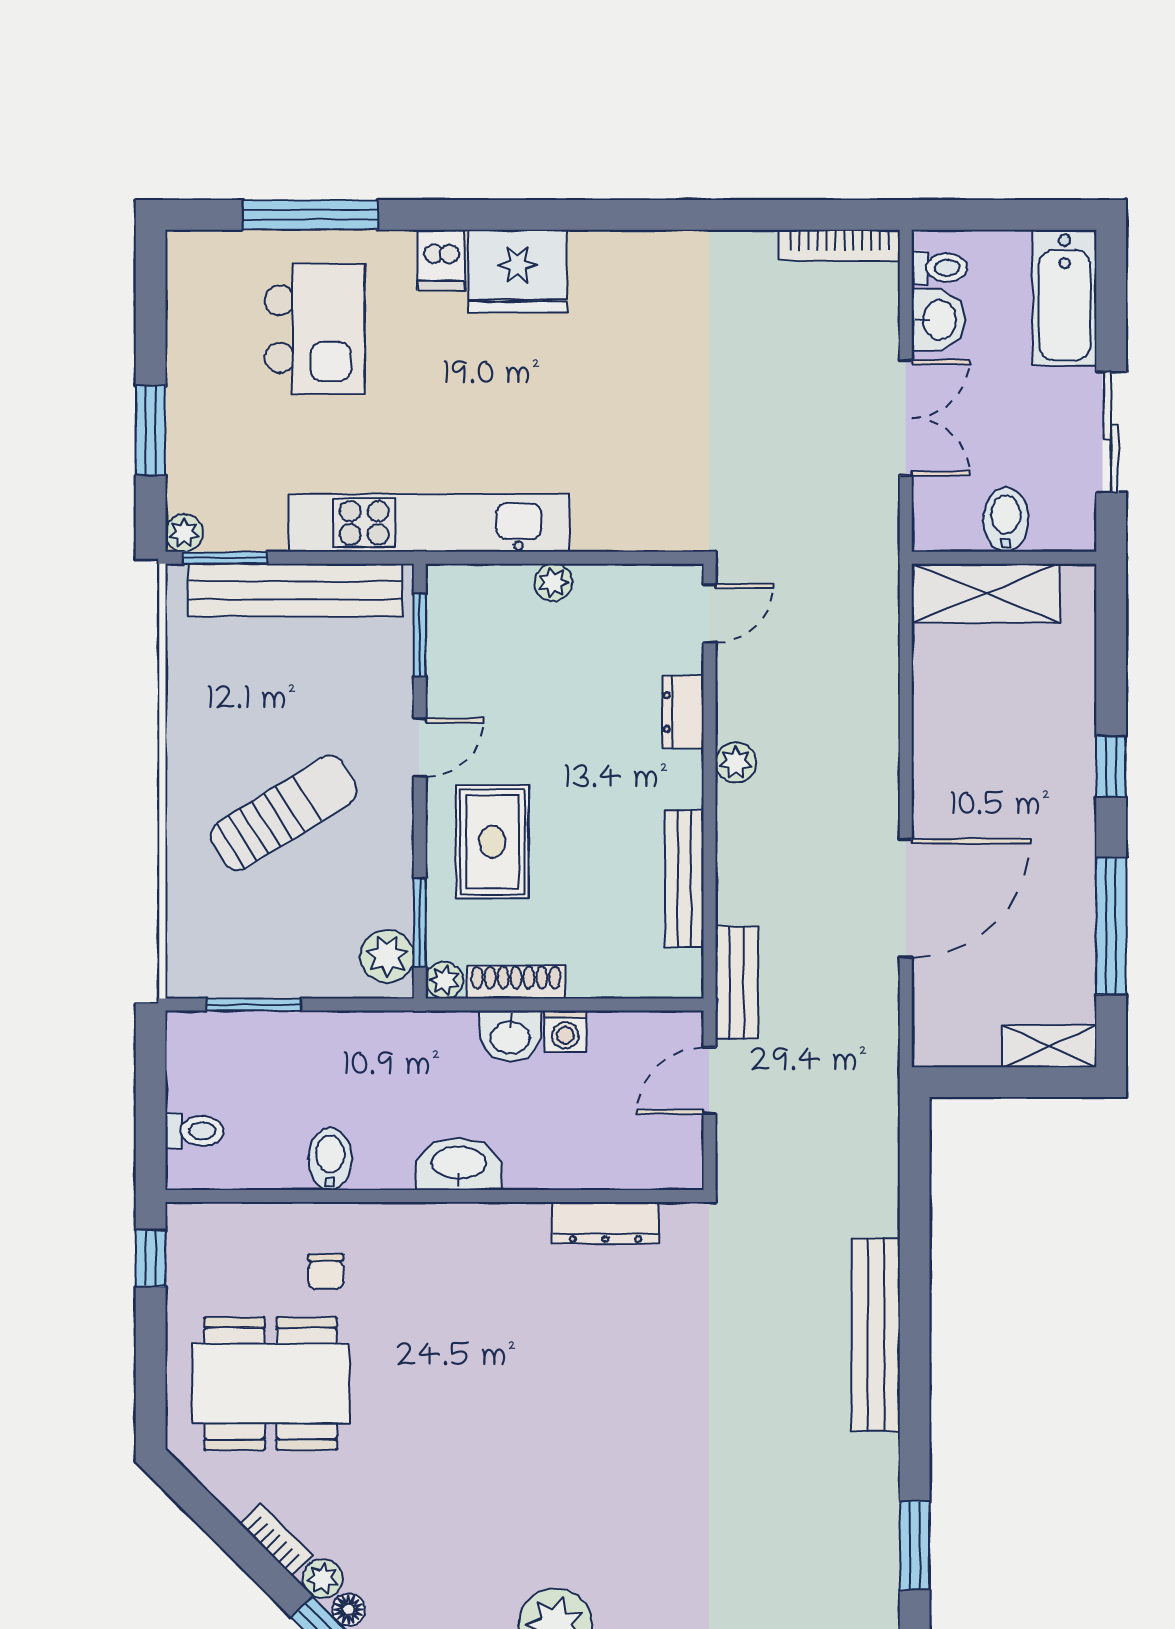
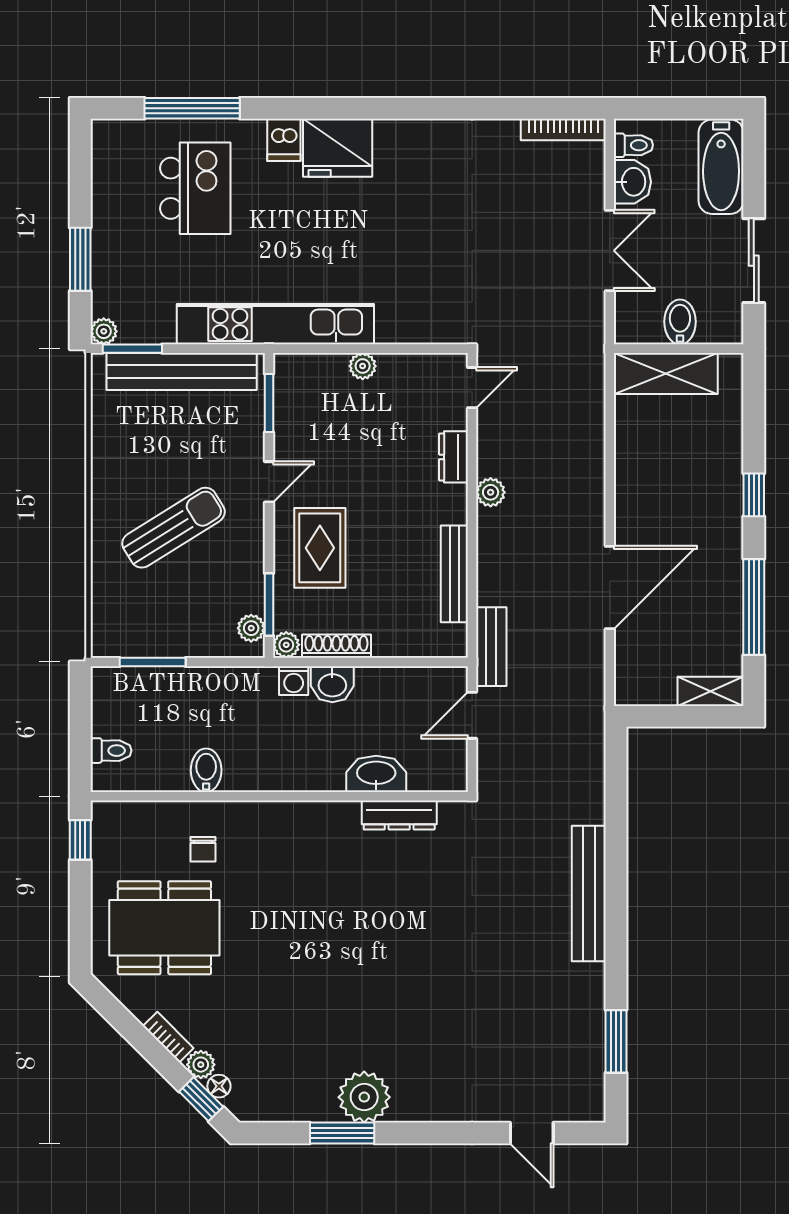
plant: (387, 956) -> (251, 628), width x0.73, depth x0.73
washing machine: (565, 1031) -> (294, 681), moved
washbasin: (459, 1164) -> (376, 774), moved

